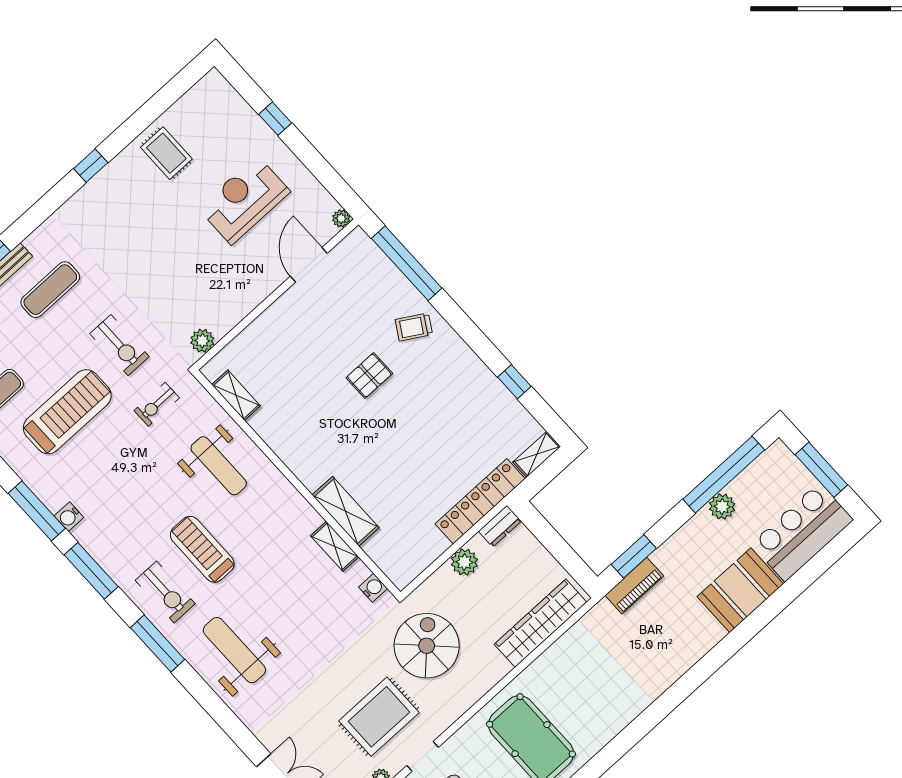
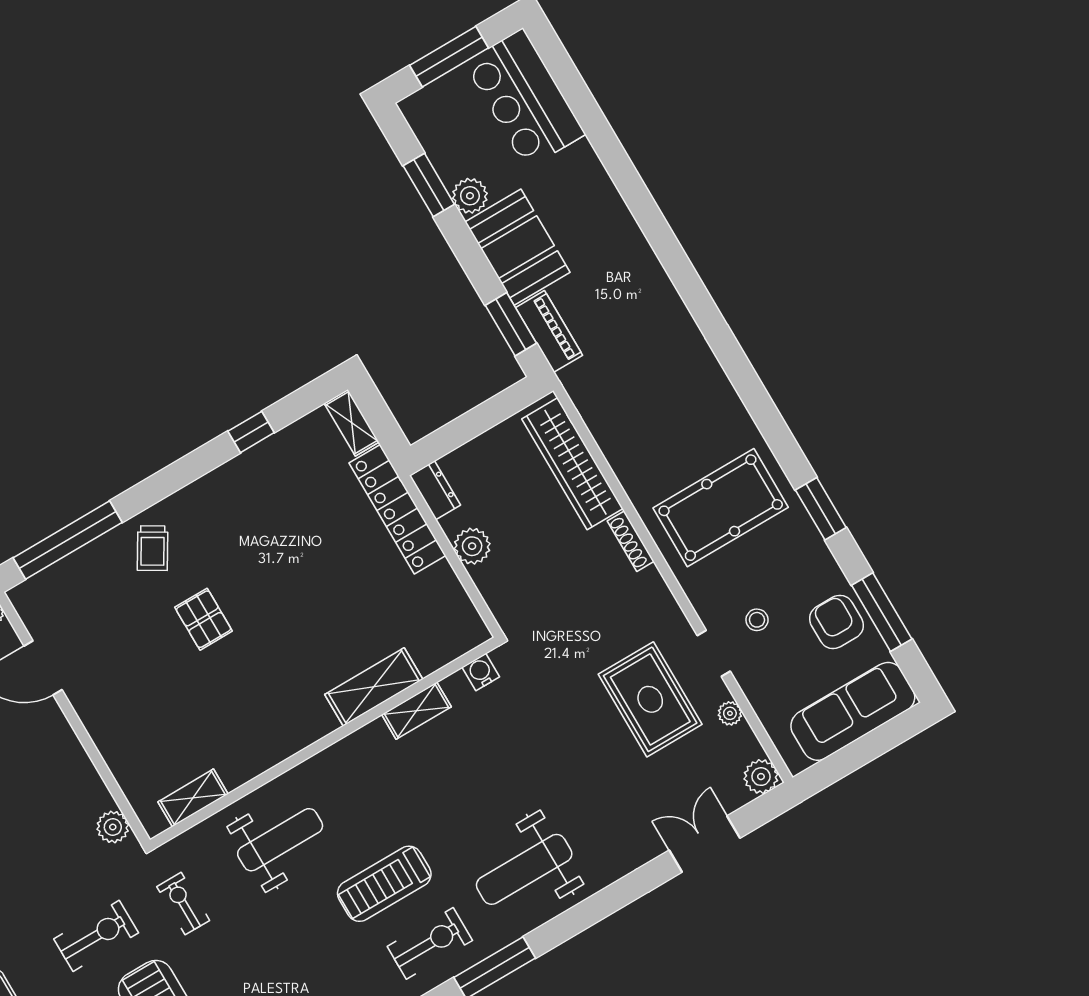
exercise bike: (157, 404) -> (183, 904), turned 180
window: (724, 475) -> (429, 185), width x0.47
booth: (740, 590) -> (518, 247), moved
spiral stairs: (427, 646) -> (571, 618), removed
shoe rack: (492, 678) -> (631, 541), added

